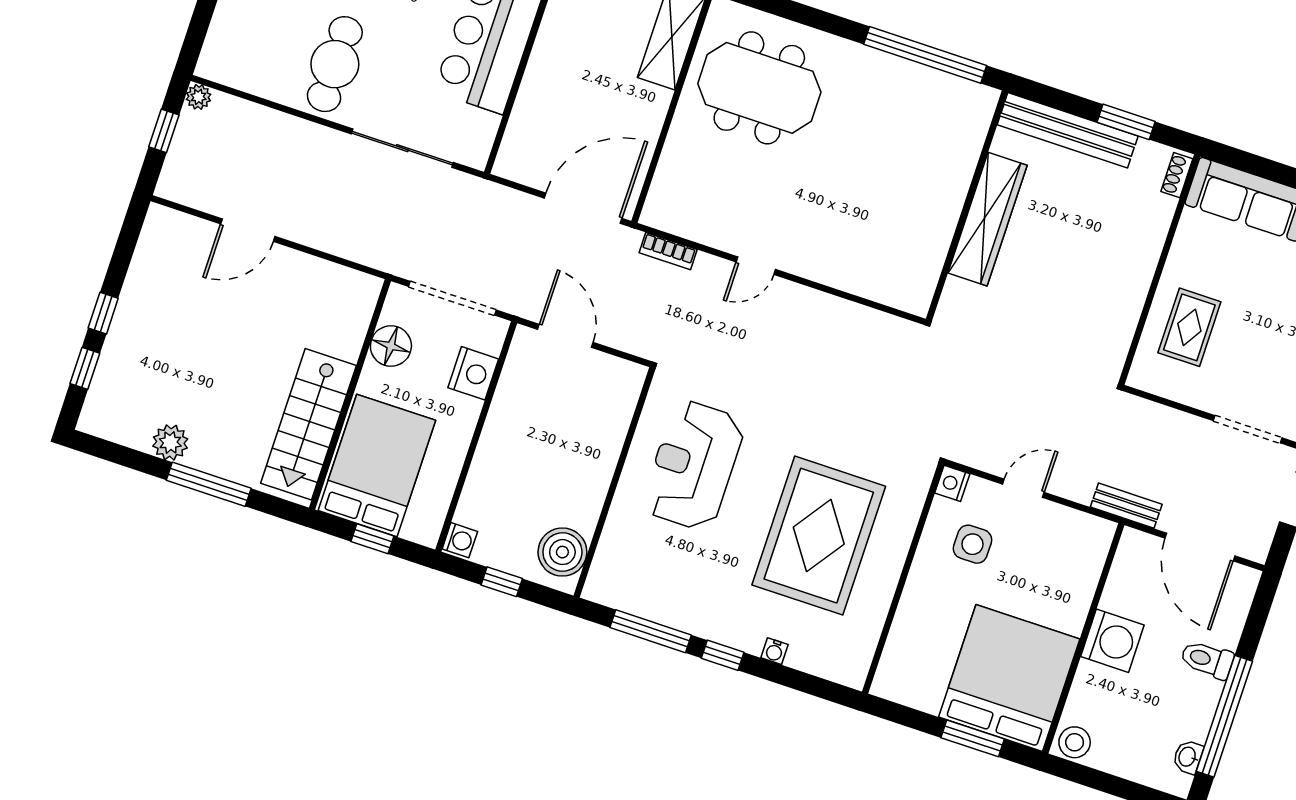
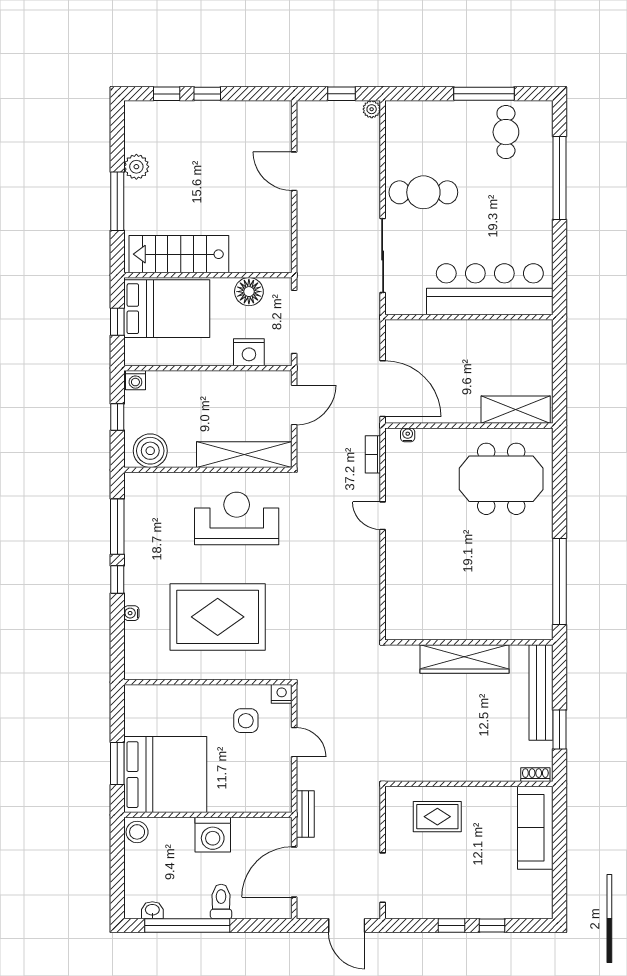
meeting table: (759, 88) -> (501, 479), turned 90
water cooler: (657, 195) -> (408, 435), added
shelving: (610, 426) -> (244, 455), added

